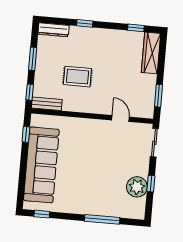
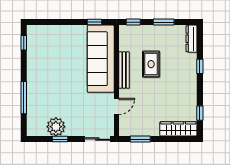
bench: (47, 104) -> (124, 70), moved, width x1.36
sofa: (41, 165) -> (101, 59), moved, turned 90

